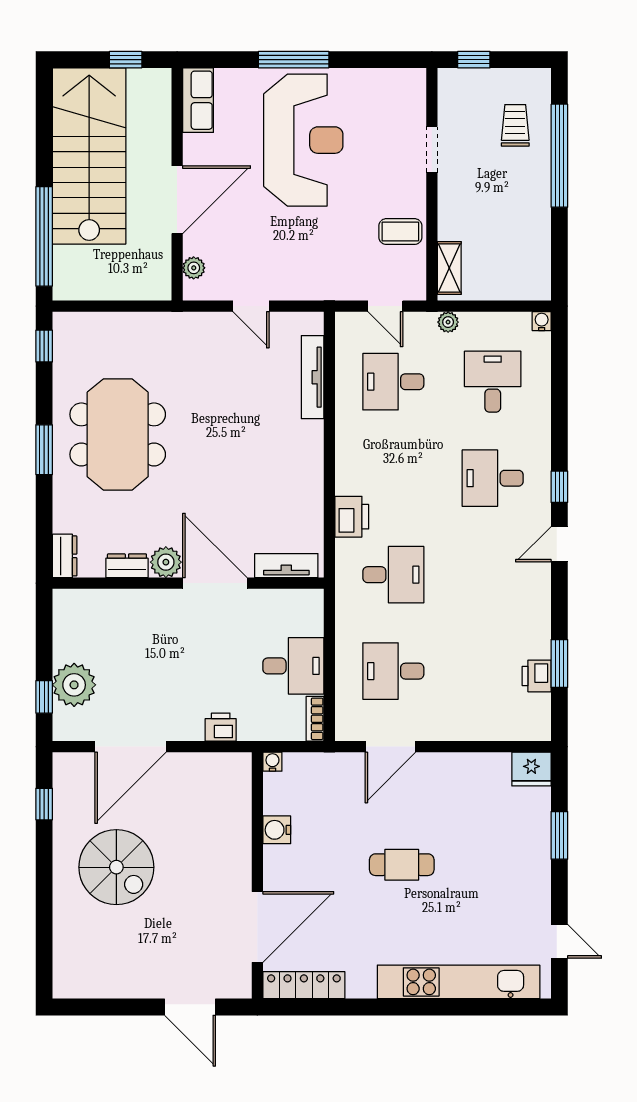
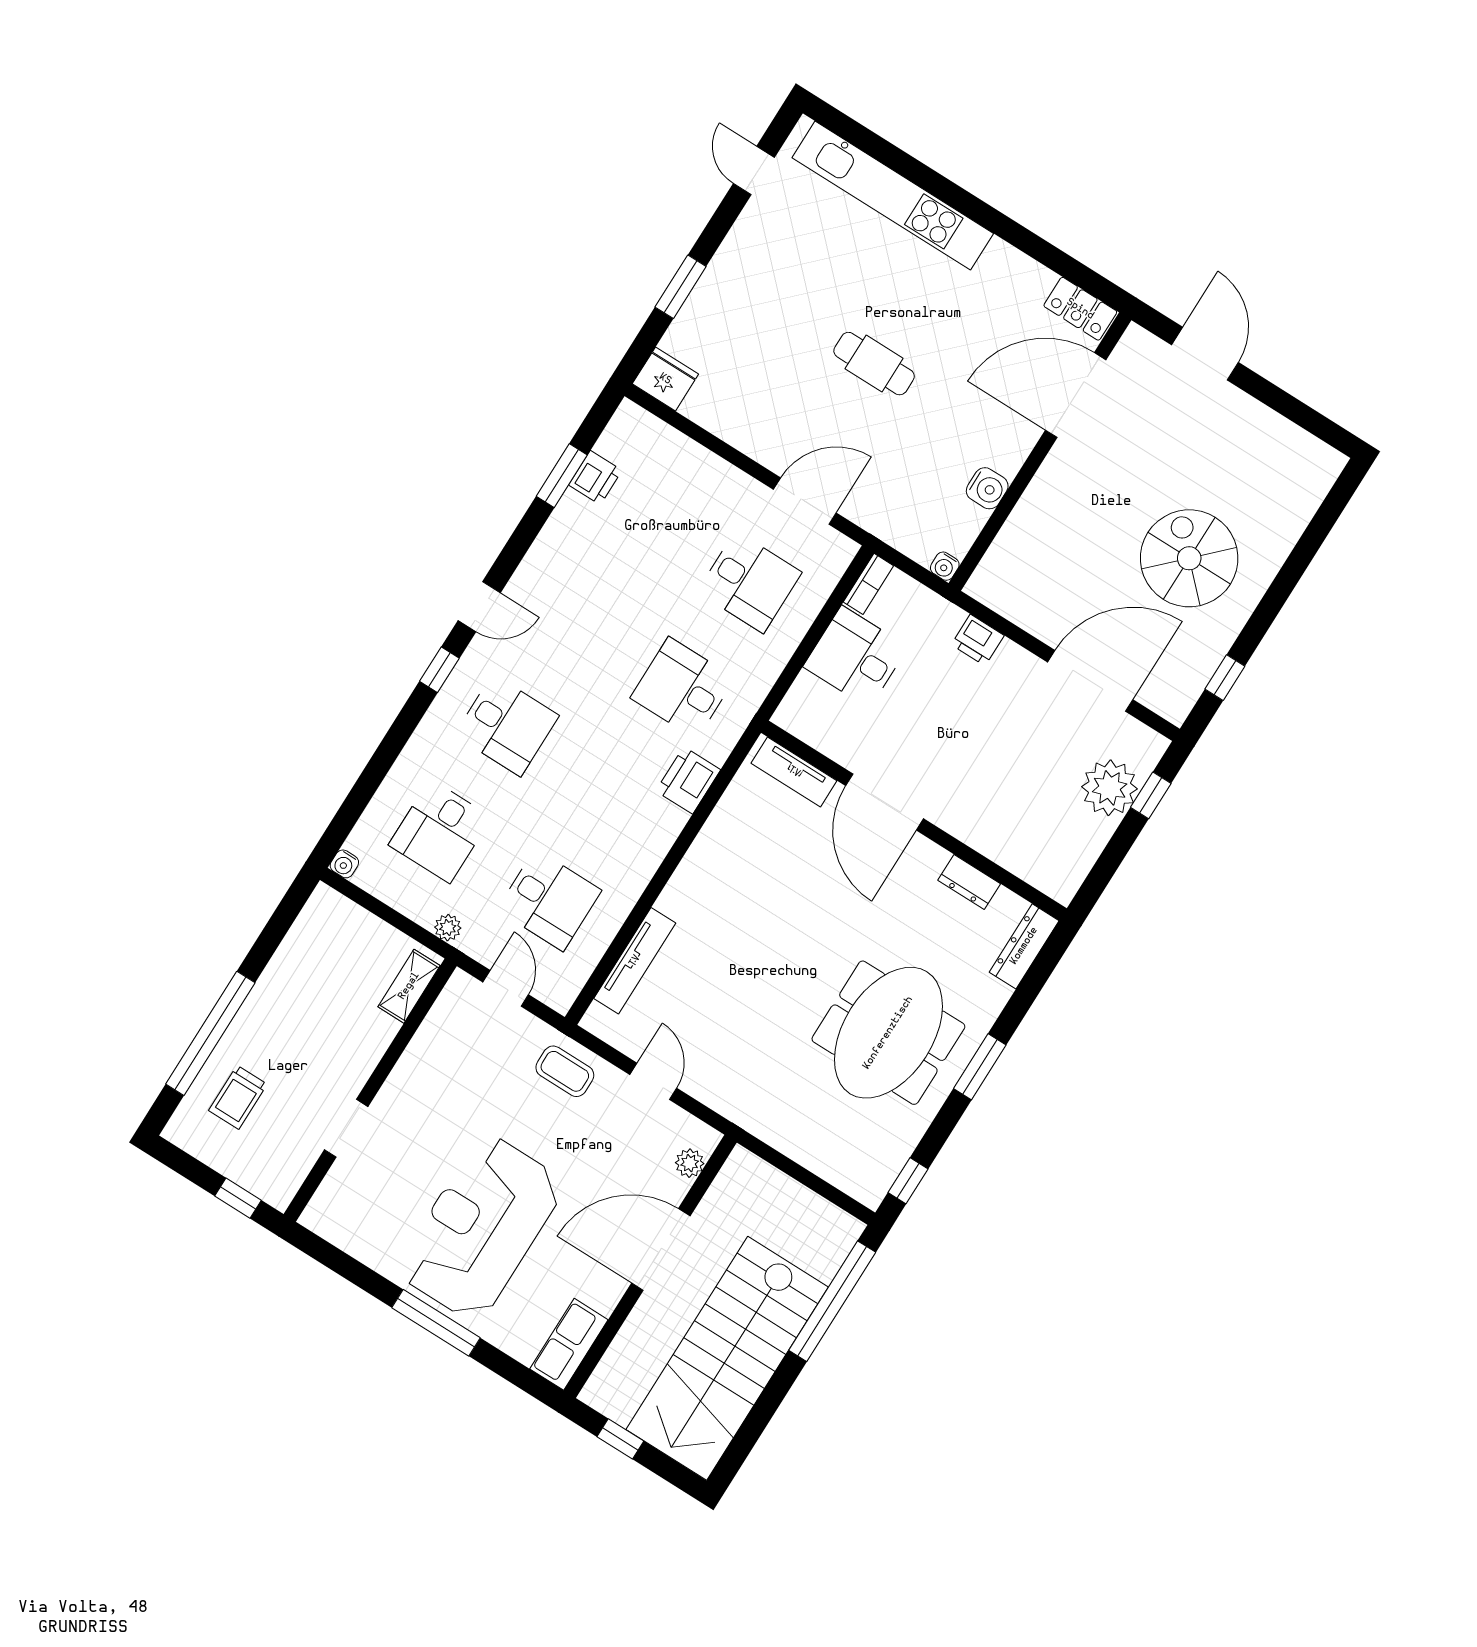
coffee table: (400, 232) -> (565, 1071), moved
dresser: (65, 556) -> (1024, 946), width x1.44
plant: (166, 562) -> (924, 859), removed
locker: (304, 985) -> (1080, 309), width x0.66

